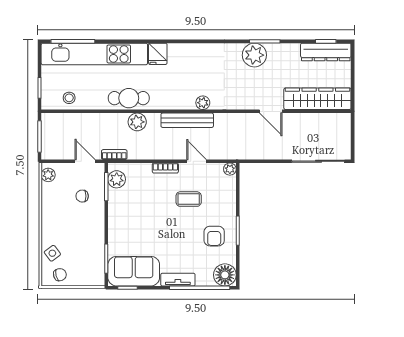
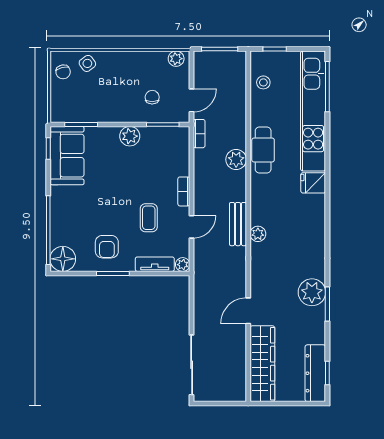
bench: (187, 120) -> (238, 224), width x0.73
plant: (117, 179) -> (130, 136), moved
armchair: (214, 236) -> (107, 247), turned -90
tv unit: (178, 280) -> (155, 264), moved, turned -90

